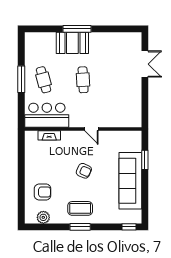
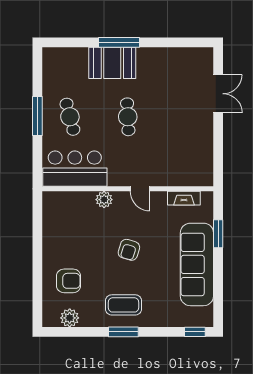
fireplace: (49, 135) -> (184, 198), moved
plant: (67, 136) -> (104, 200), added
armchair: (84, 171) -> (129, 250), turned 83

